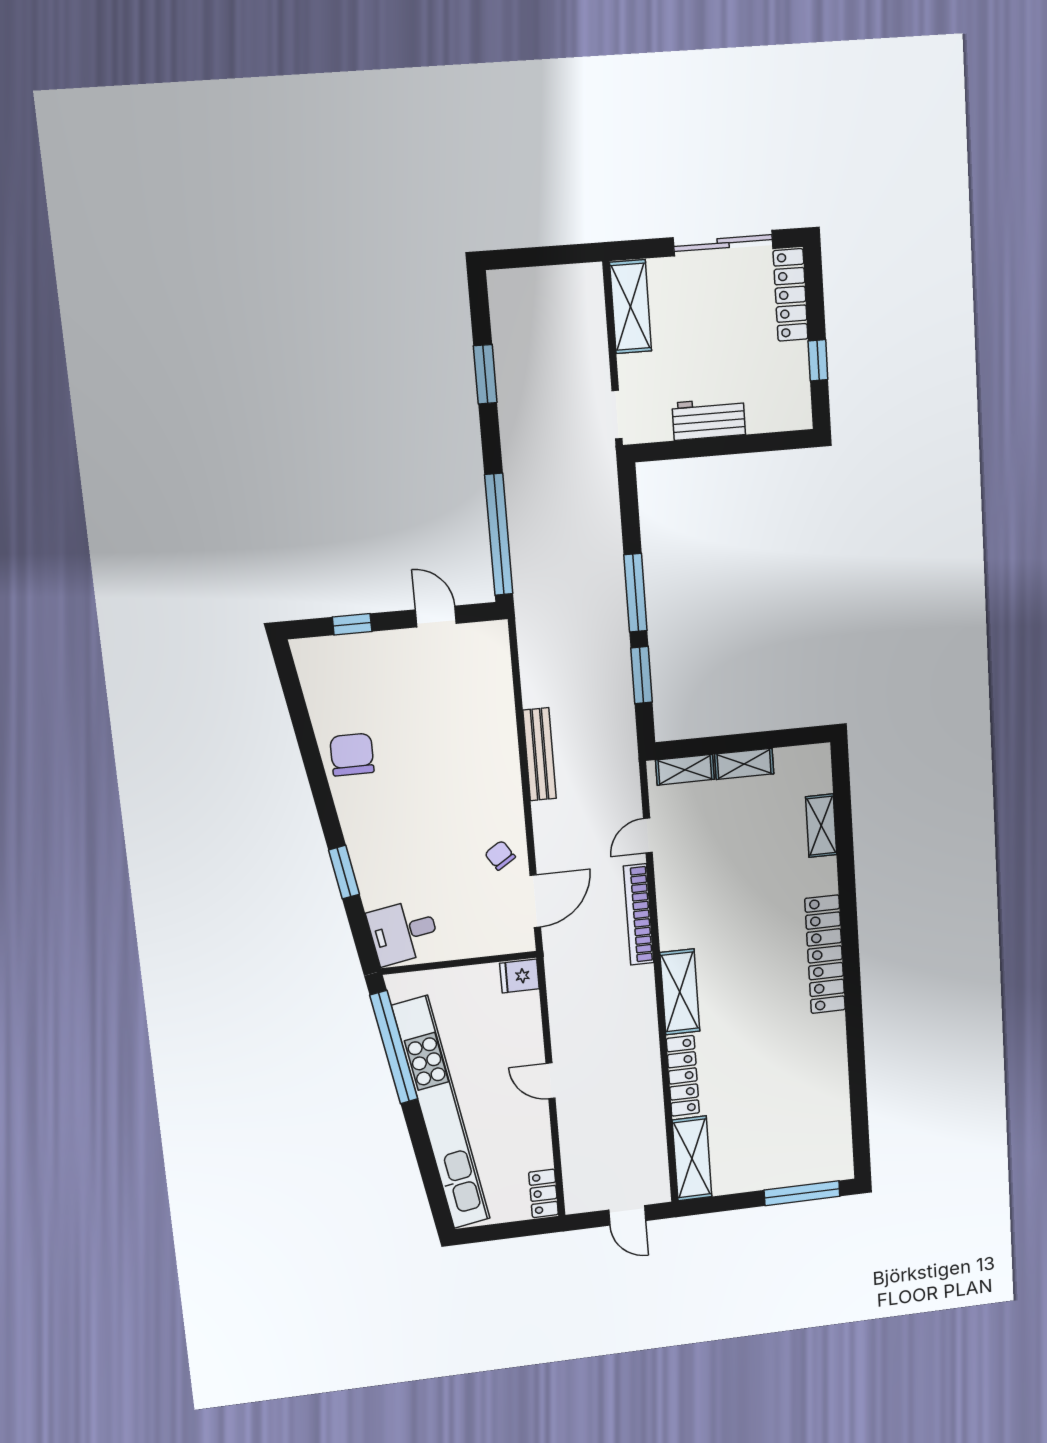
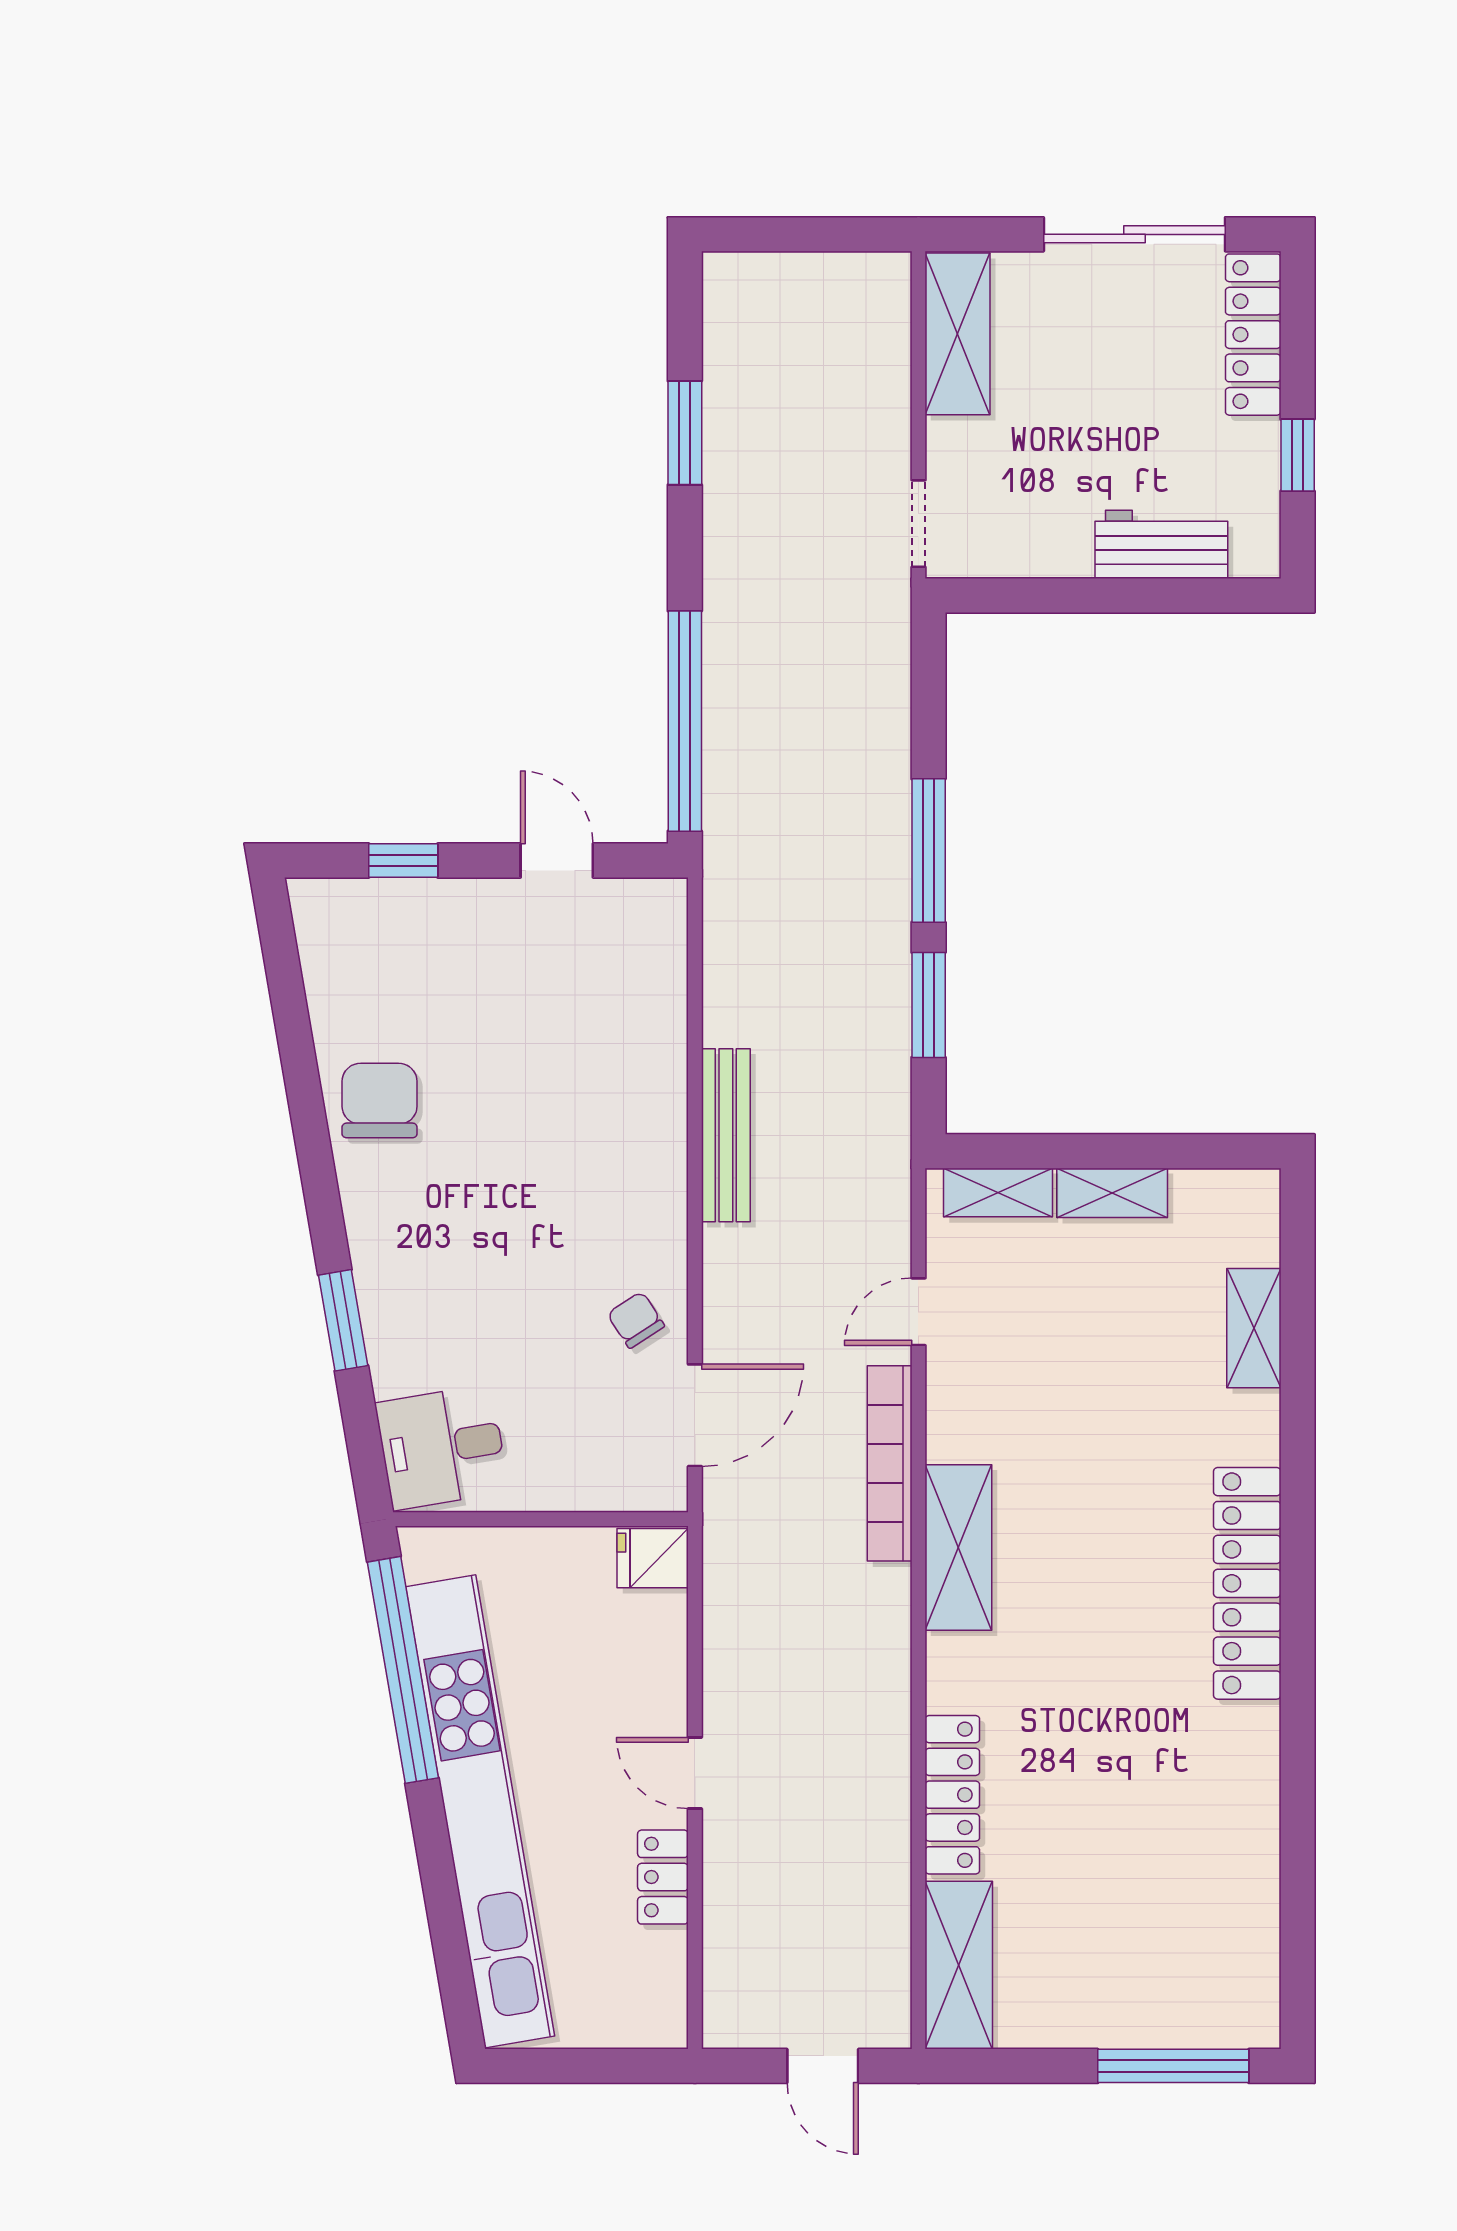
workbench: (709, 419) -> (1161, 544), moved
shelving: (680, 992) -> (958, 1547), moved
locker: (544, 1193) -> (663, 1877), moved

